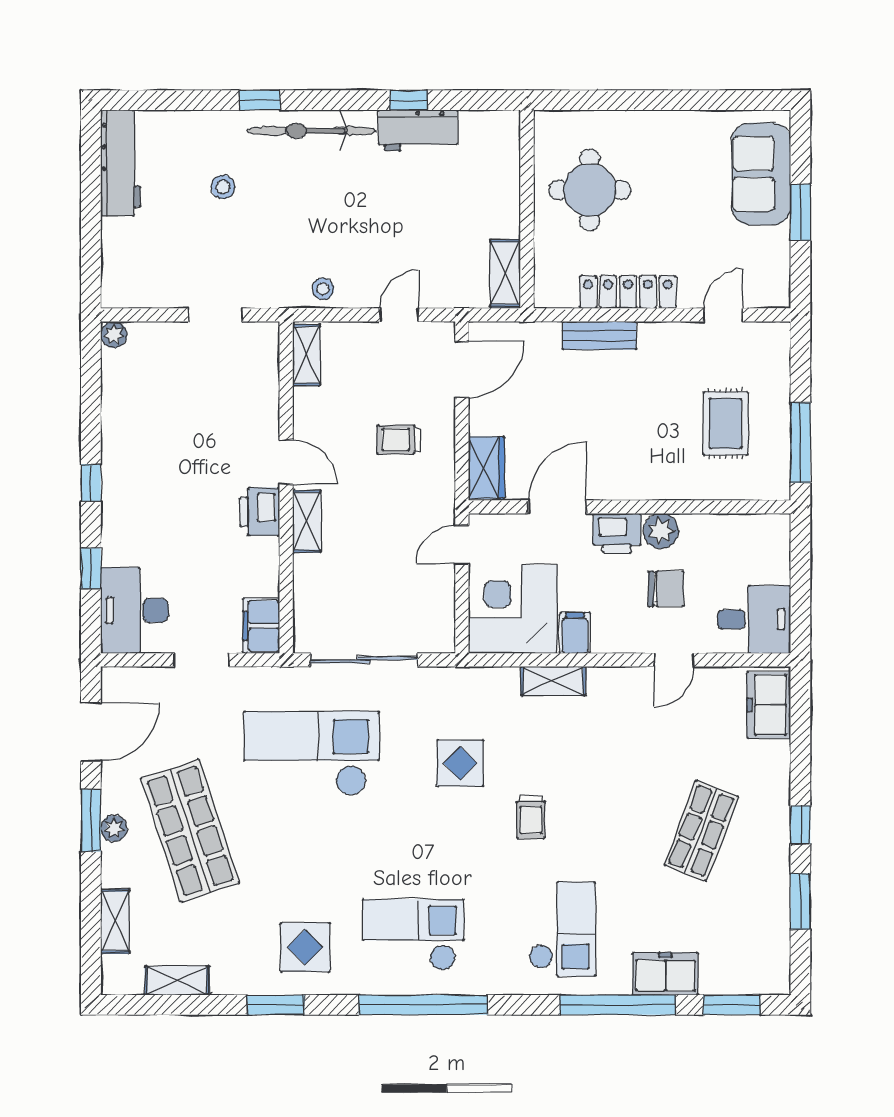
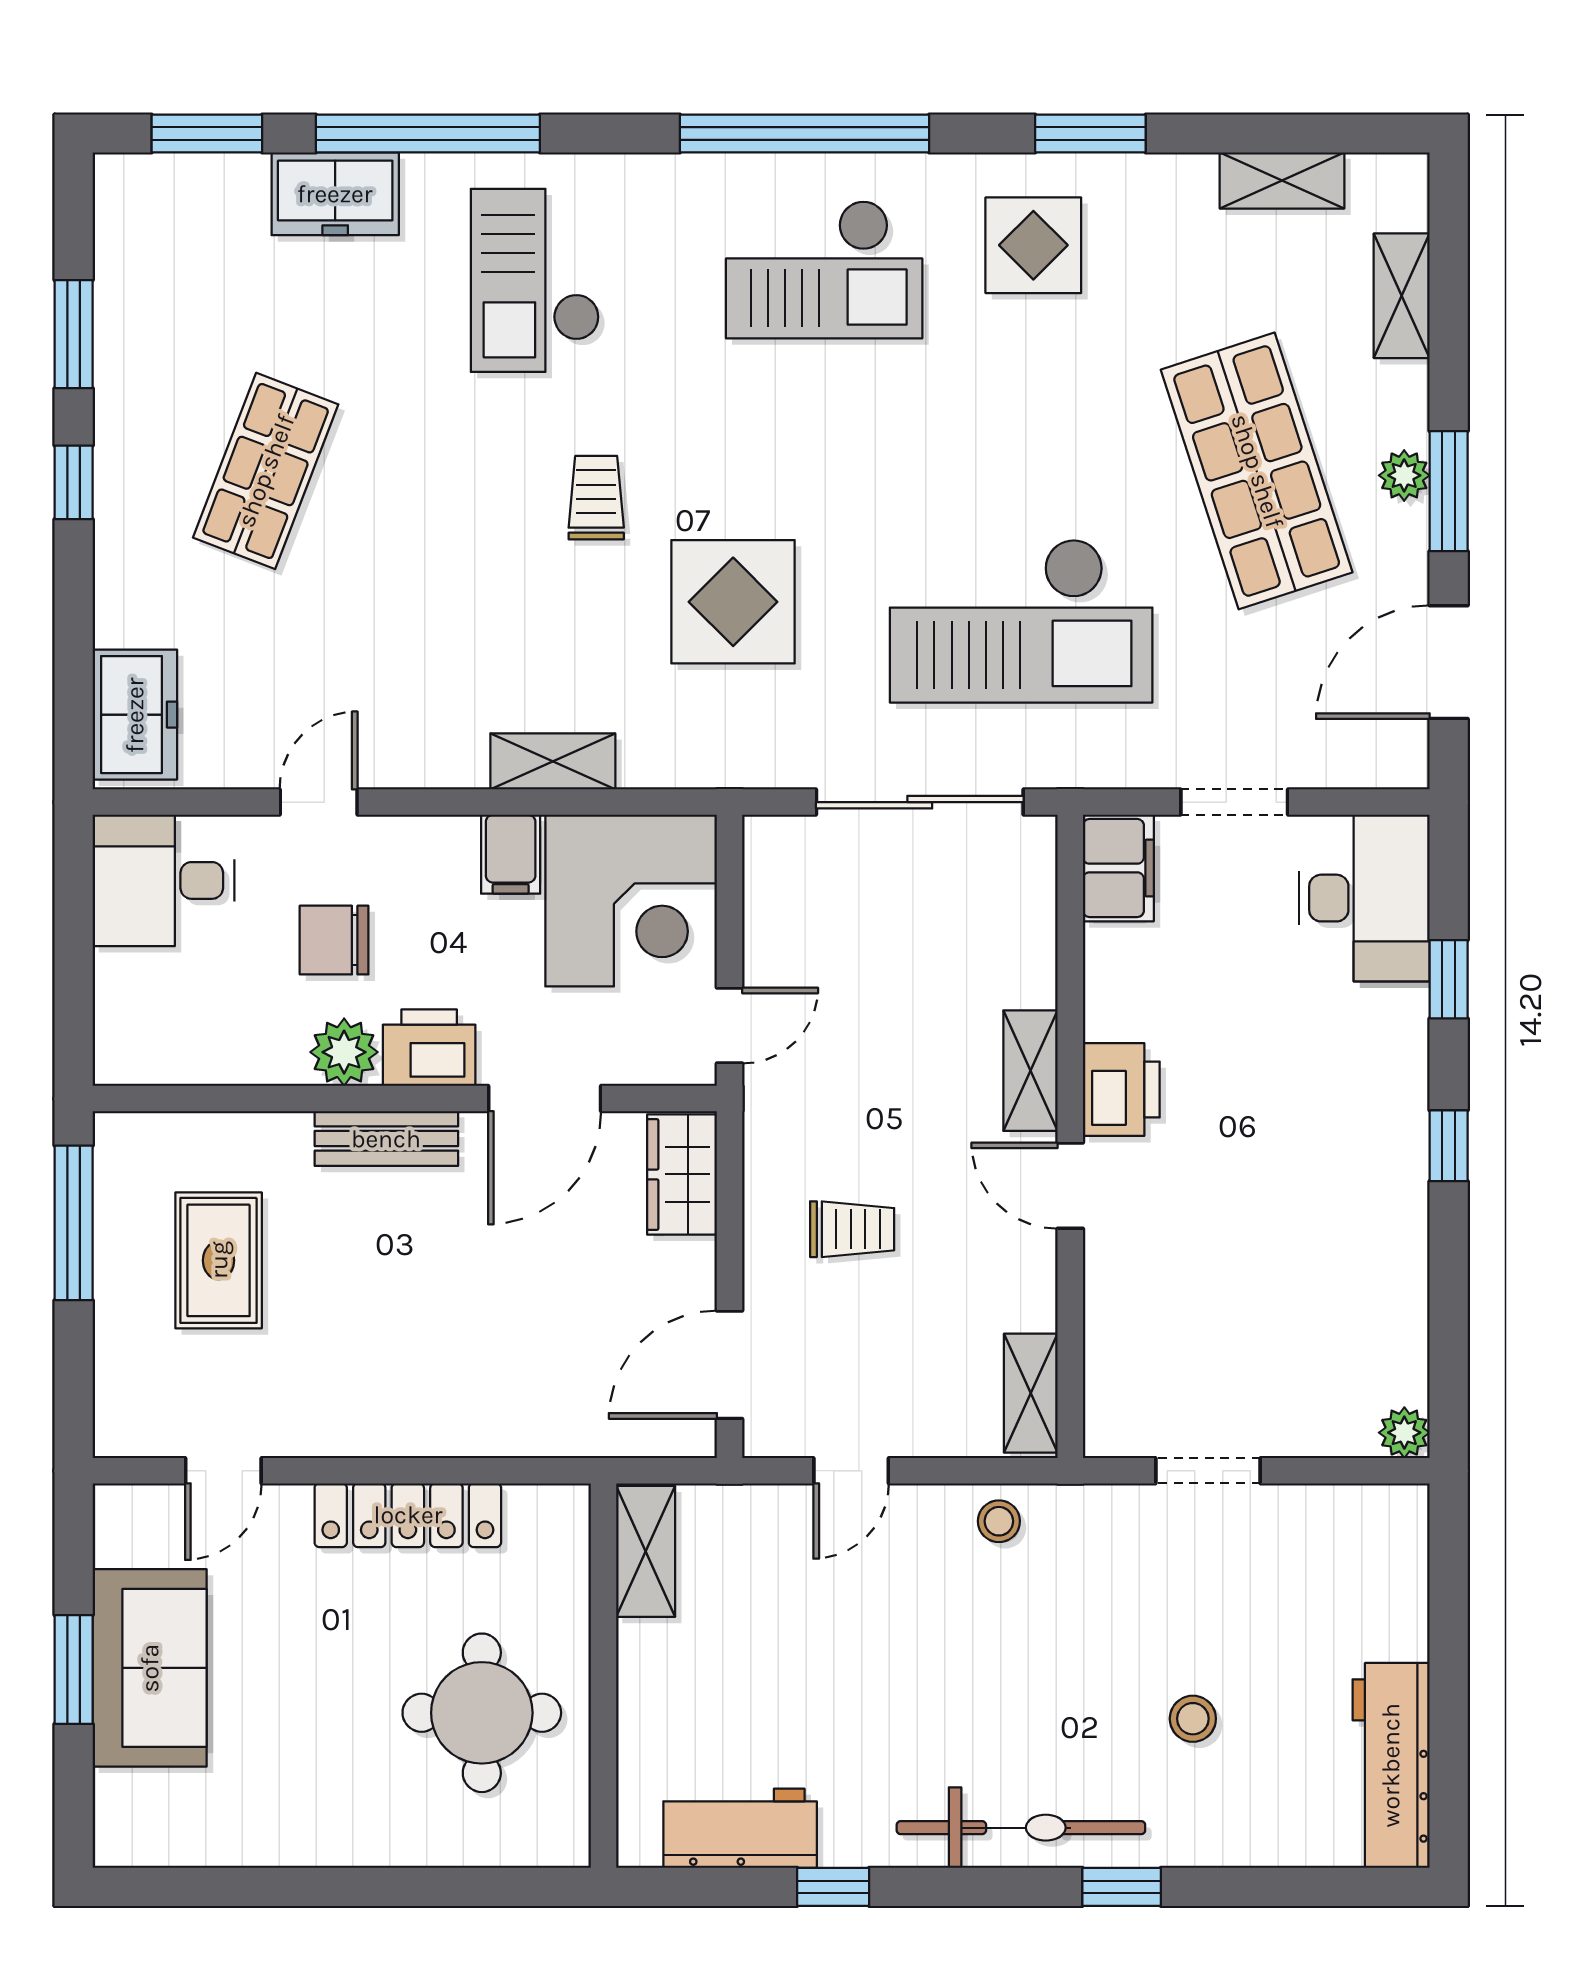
workbench: (418, 130) -> (740, 1828), moved
sofa: (761, 174) -> (150, 1668), moved
bench: (599, 336) -> (386, 1139), moved
display table: (460, 763) -> (733, 602), width x1.36, depth x1.36

